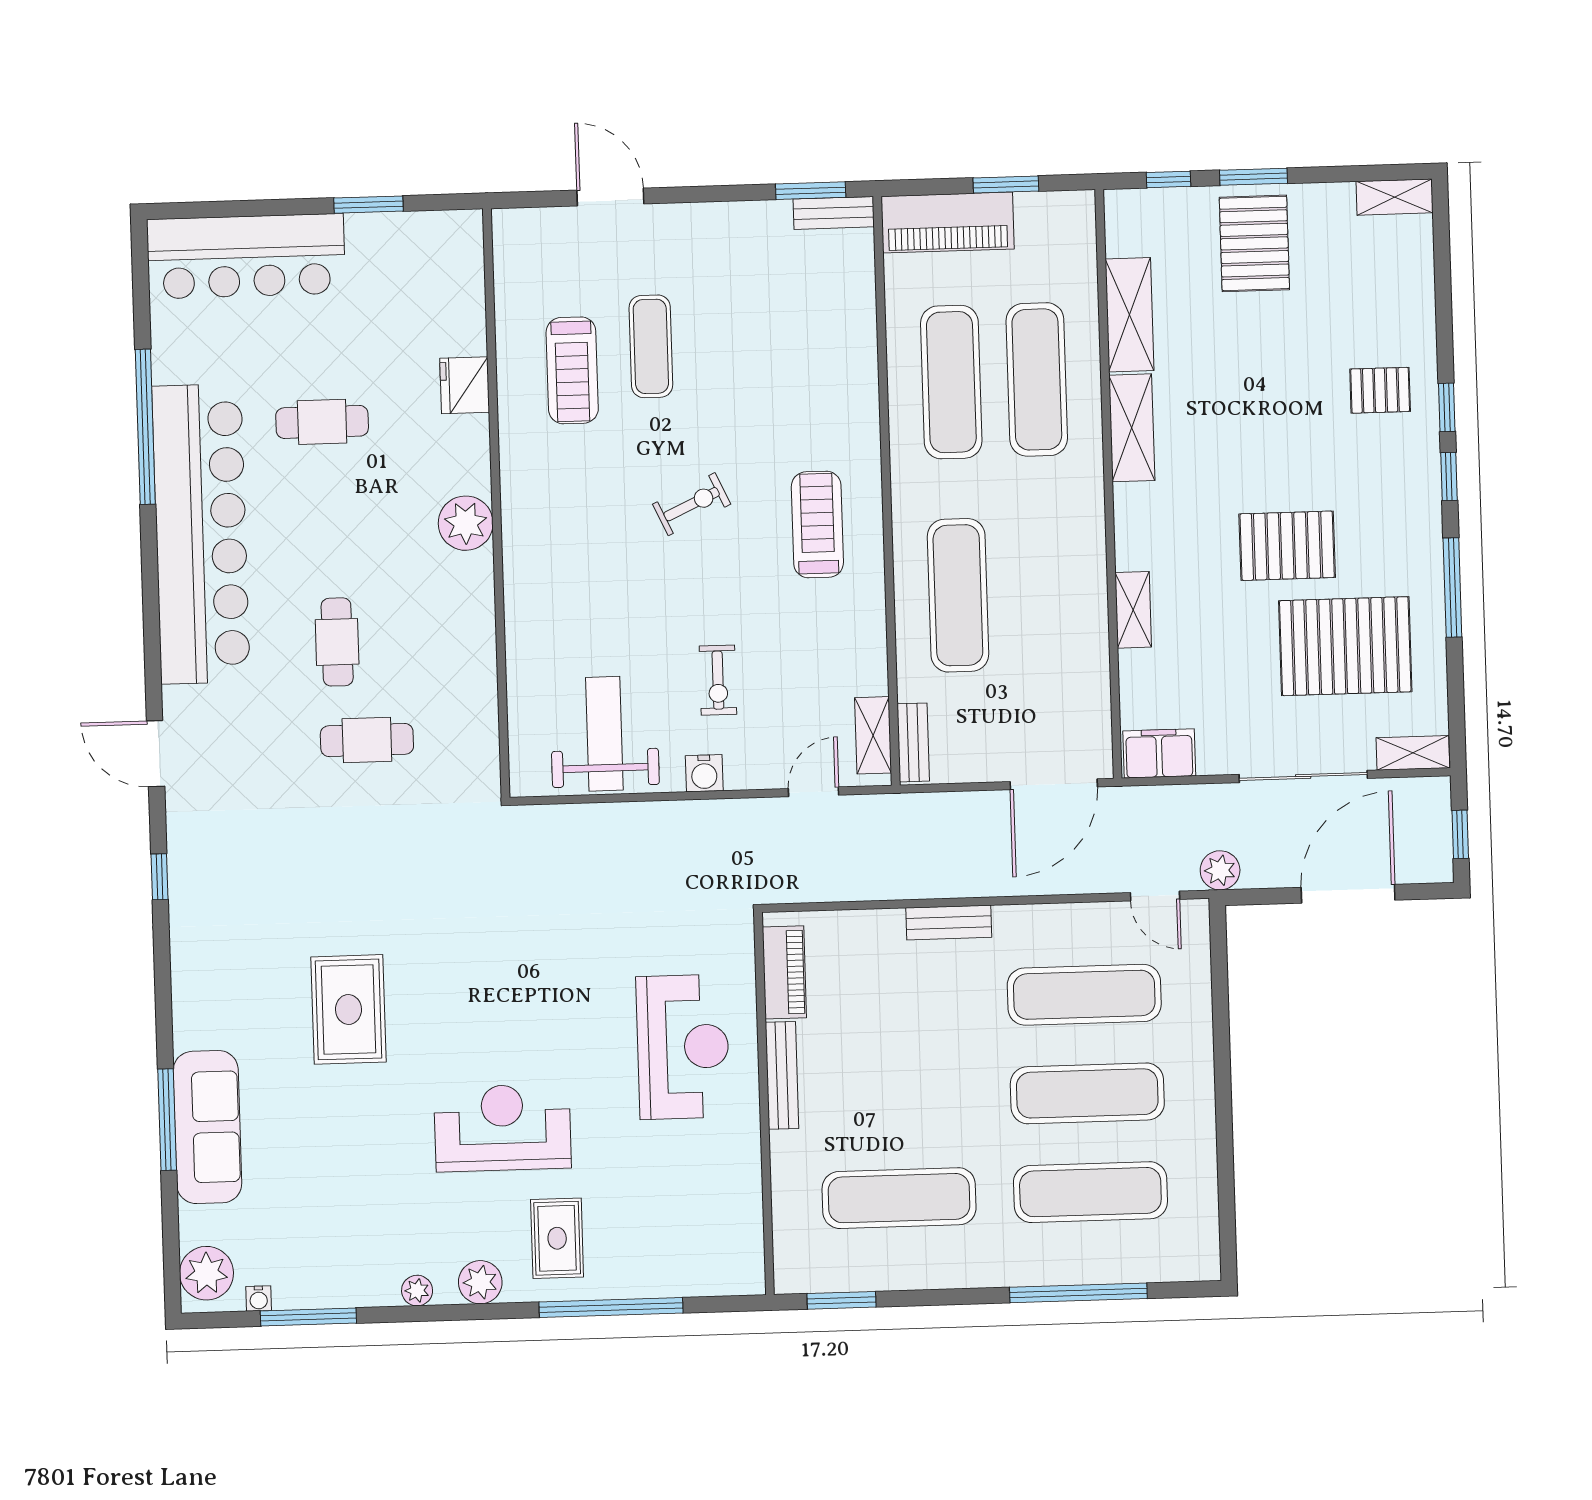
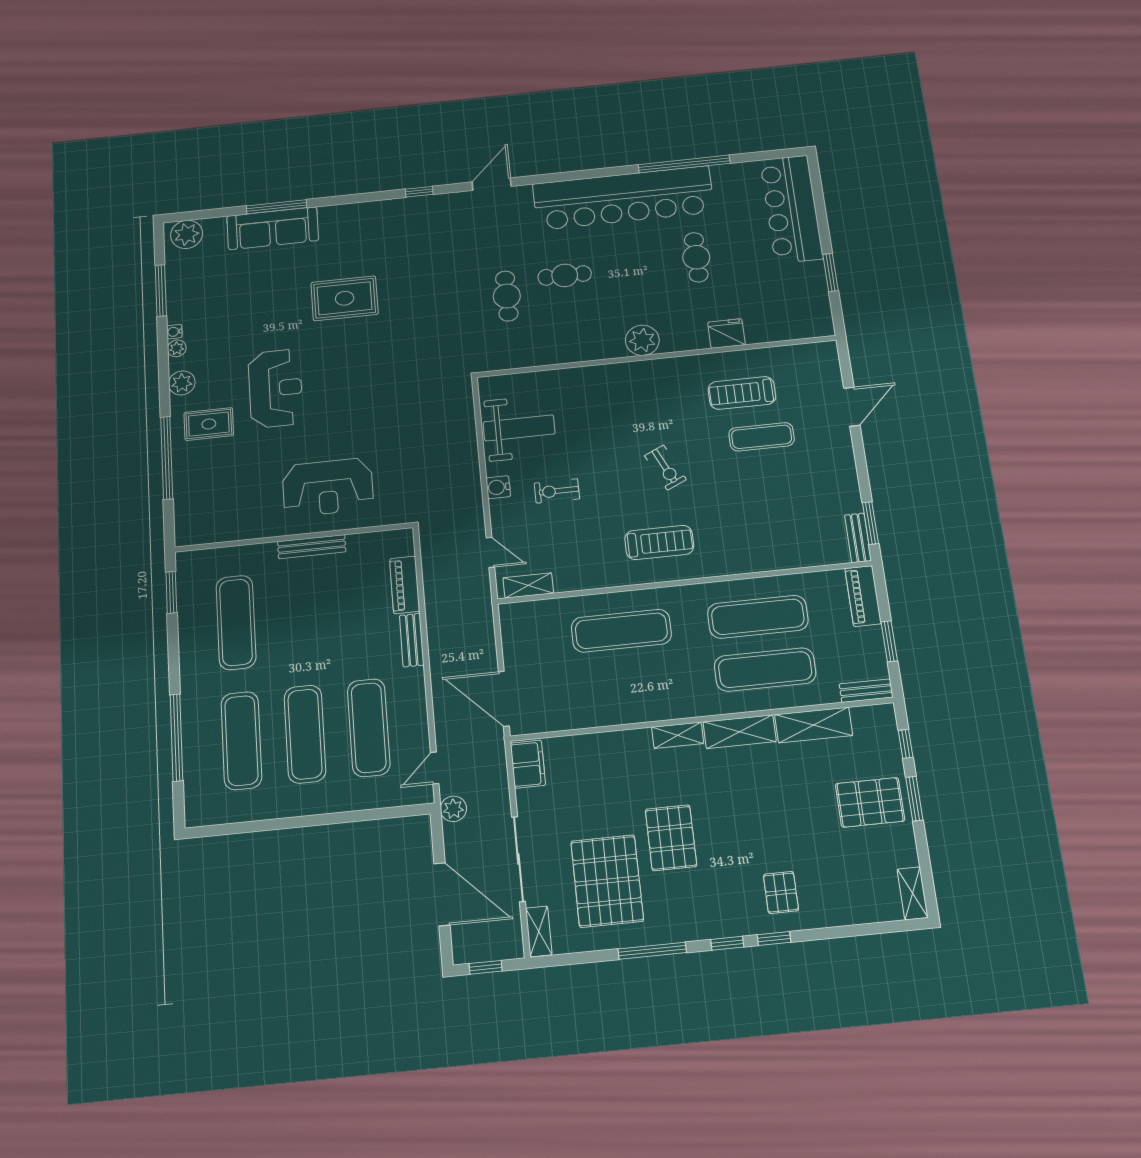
piano: (948, 223) -> (863, 596), width x0.73, depth x0.75
shelving: (1133, 610) -> (678, 735), moved
bench: (913, 742) -> (866, 691), moved
piano: (784, 972) -> (405, 585), moved, turned 90
water cooler: (259, 1299) -> (174, 332), moved

